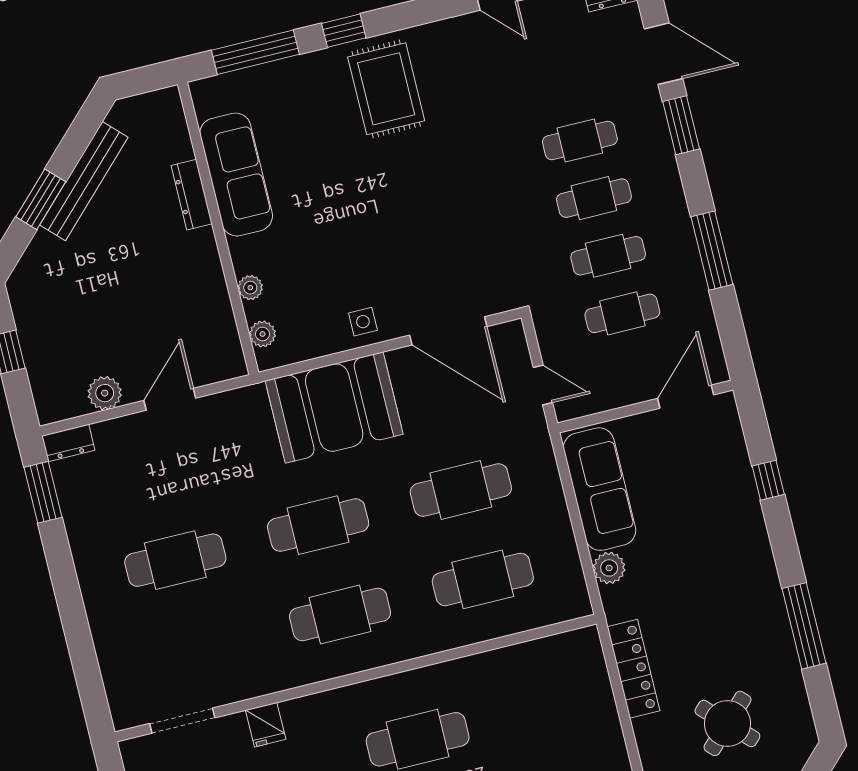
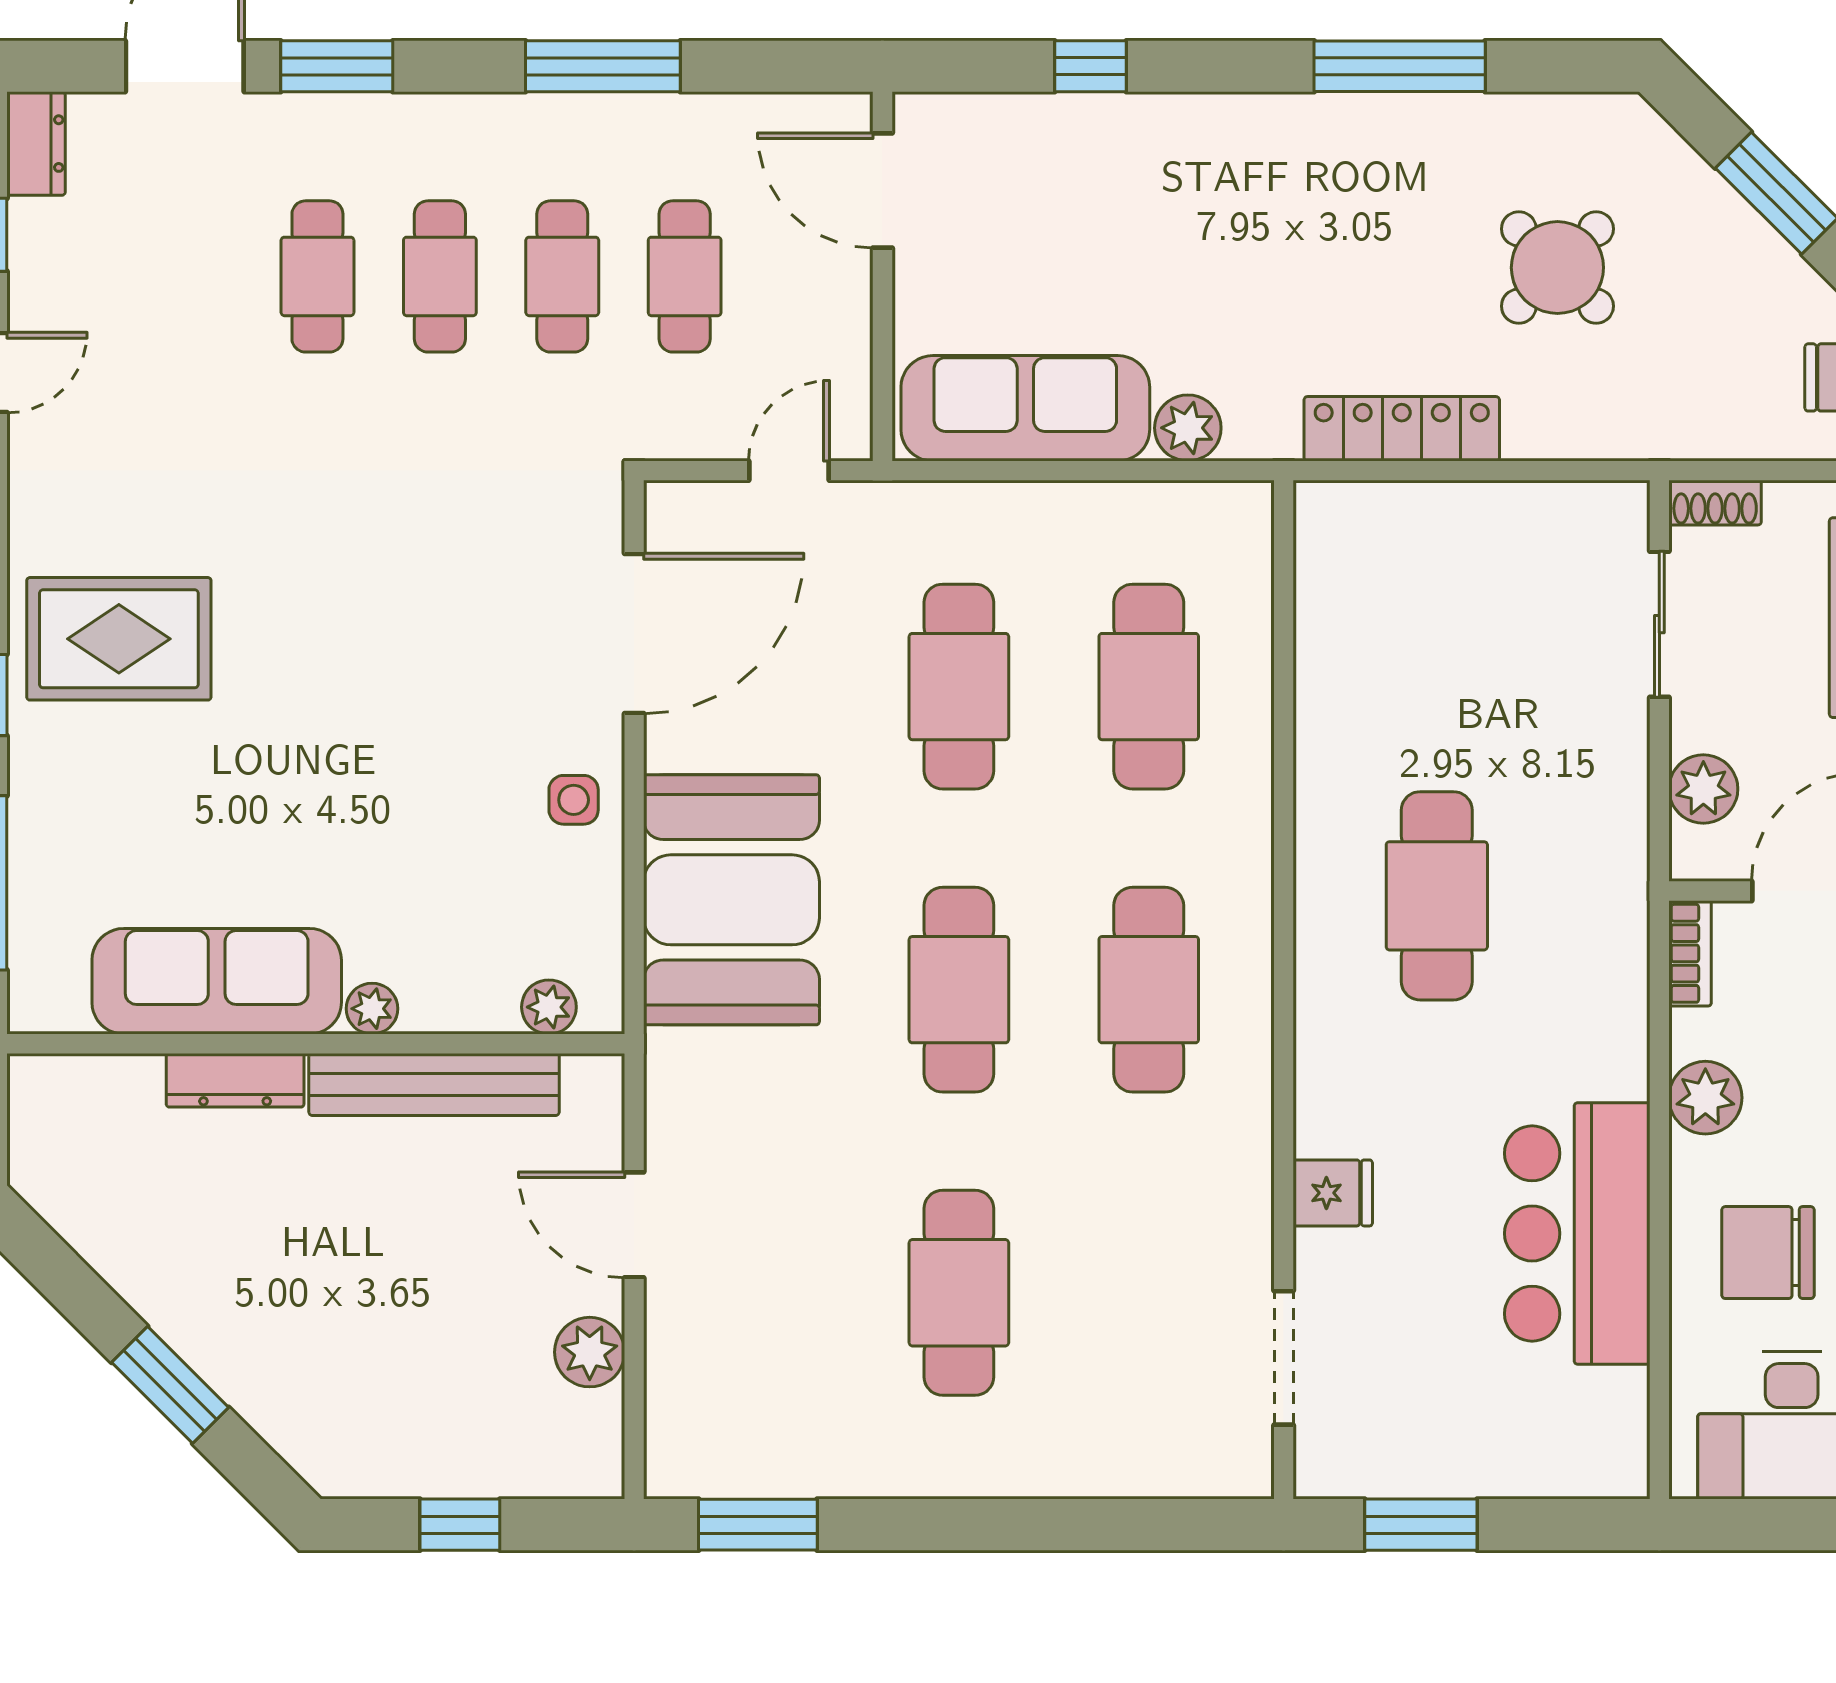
bench: (84, 181) -> (434, 1084), moved, turned -45
plant: (250, 288) -> (372, 1009), moved
dresser: (68, 443) -> (672, 1449), removed

